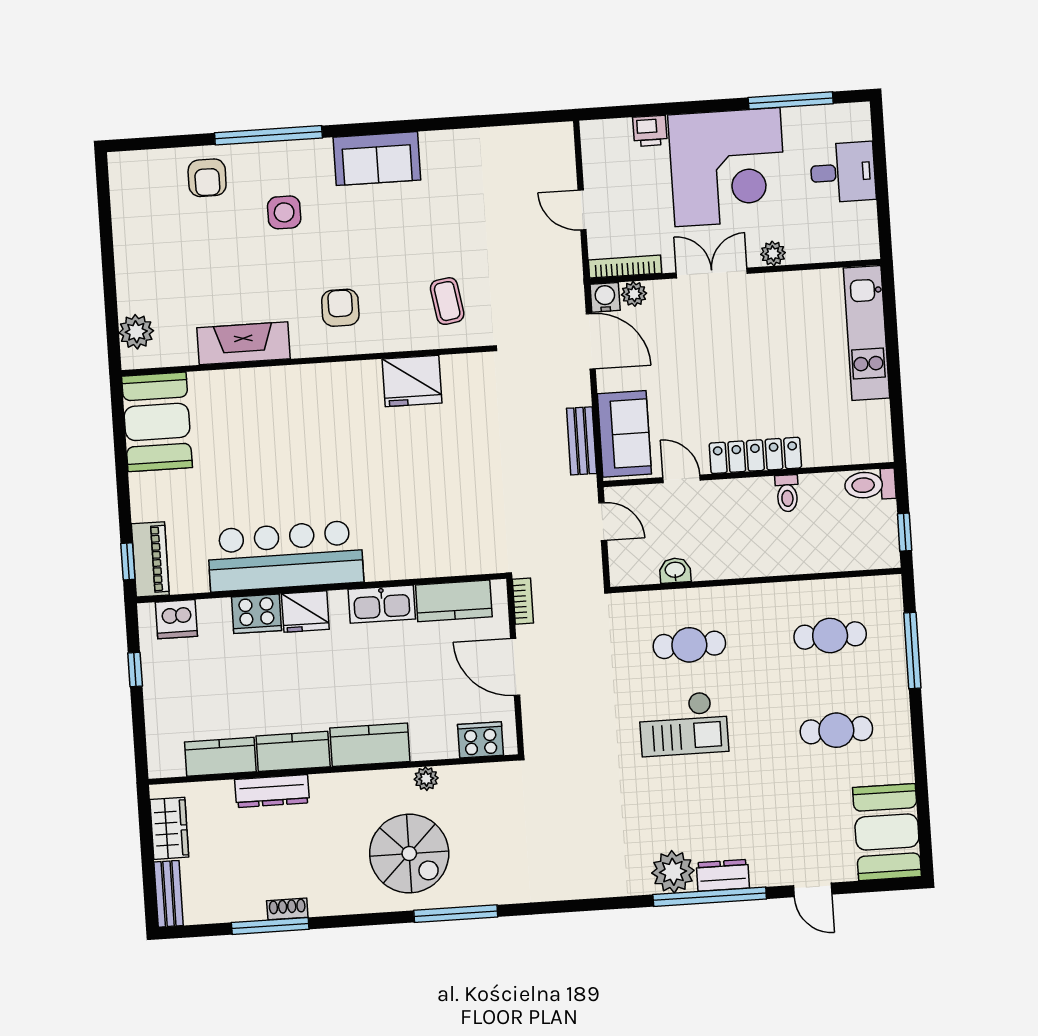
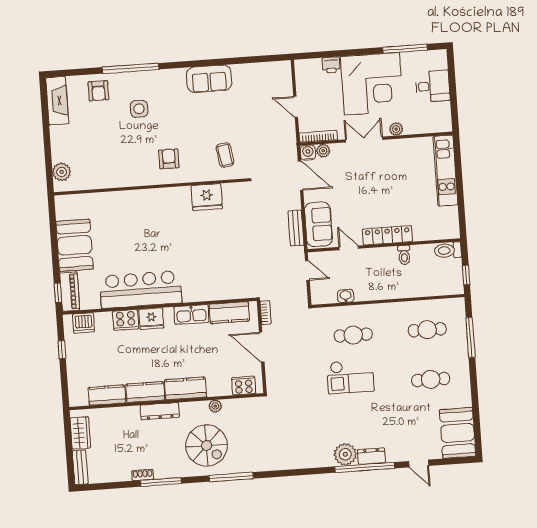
sofa: (377, 159) -> (209, 79), moved
fireplace: (244, 343) -> (57, 101), moved, turned 90
booth: (157, 422) -> (75, 245), moved
dresser: (272, 791) -> (160, 411), moved
window: (270, 926) -> (161, 482), moved

